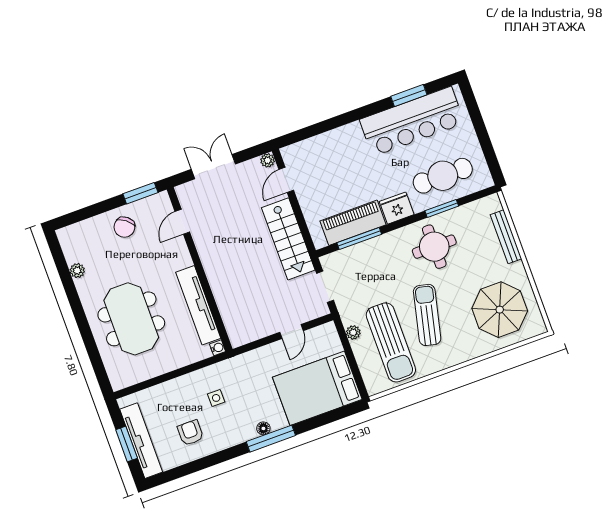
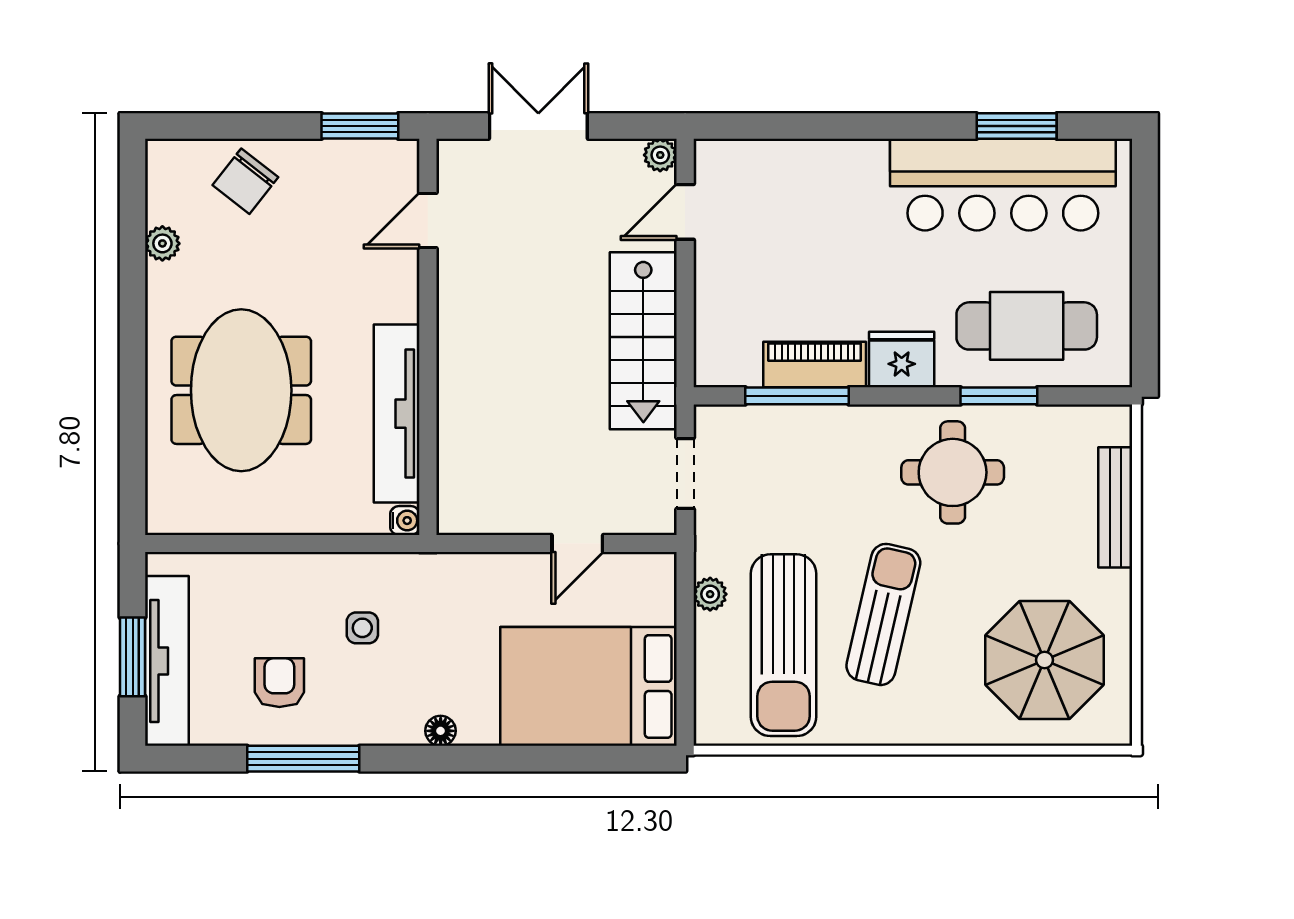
piano: (353, 223) -> (815, 365), width x0.73, depth x0.75
chair: (124, 227) -> (245, 181), moved
window: (271, 439) -> (303, 759), moved

